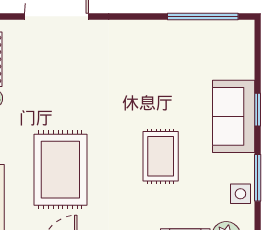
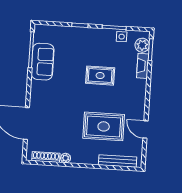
sofa: (234, 116) -> (43, 62), moved, turned -90

